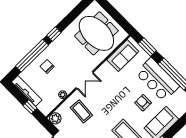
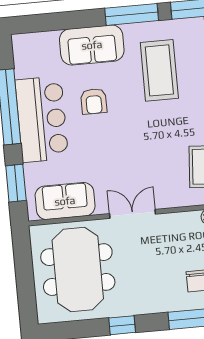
window: (54, 34) -> (122, 325), moved
double door: (84, 80) -> (132, 214), moved

